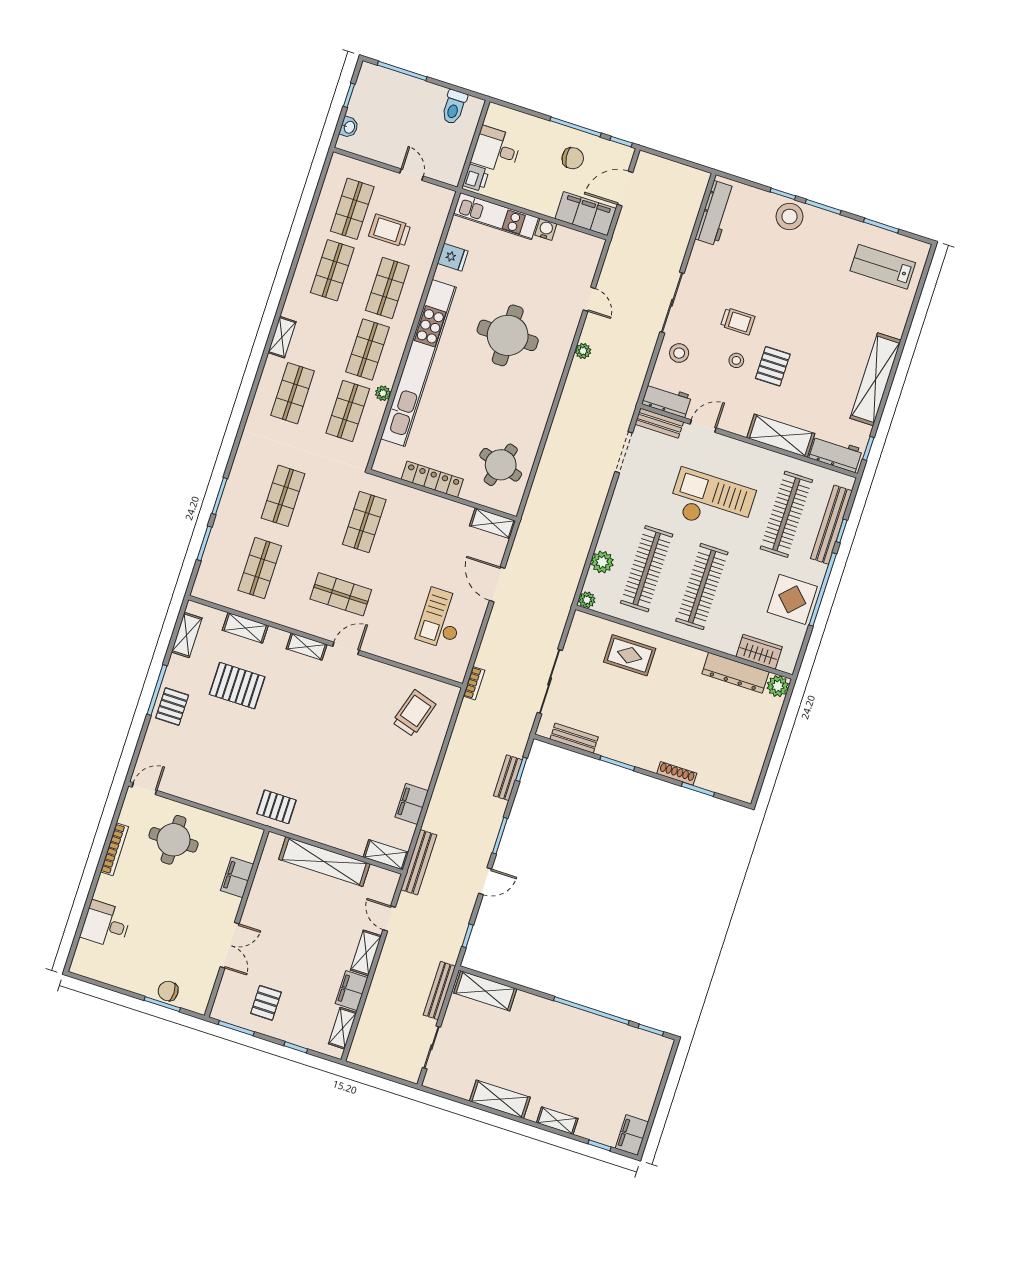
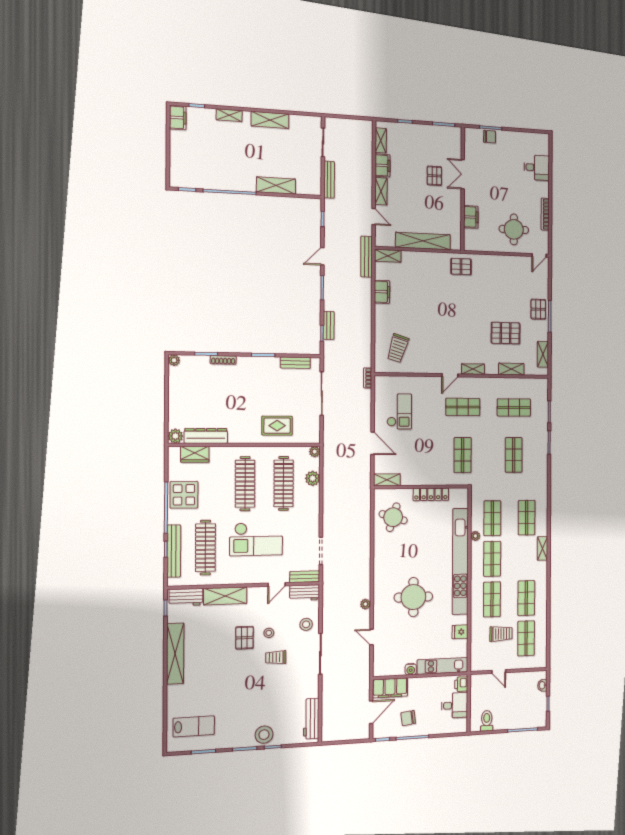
shop shelf: (260, 568) -> (514, 407), turned 90
plant: (746, 794) -> (174, 360), added
shelving: (485, 991) -> (276, 185), moved
pallet: (266, 1003) -> (434, 176), moved

